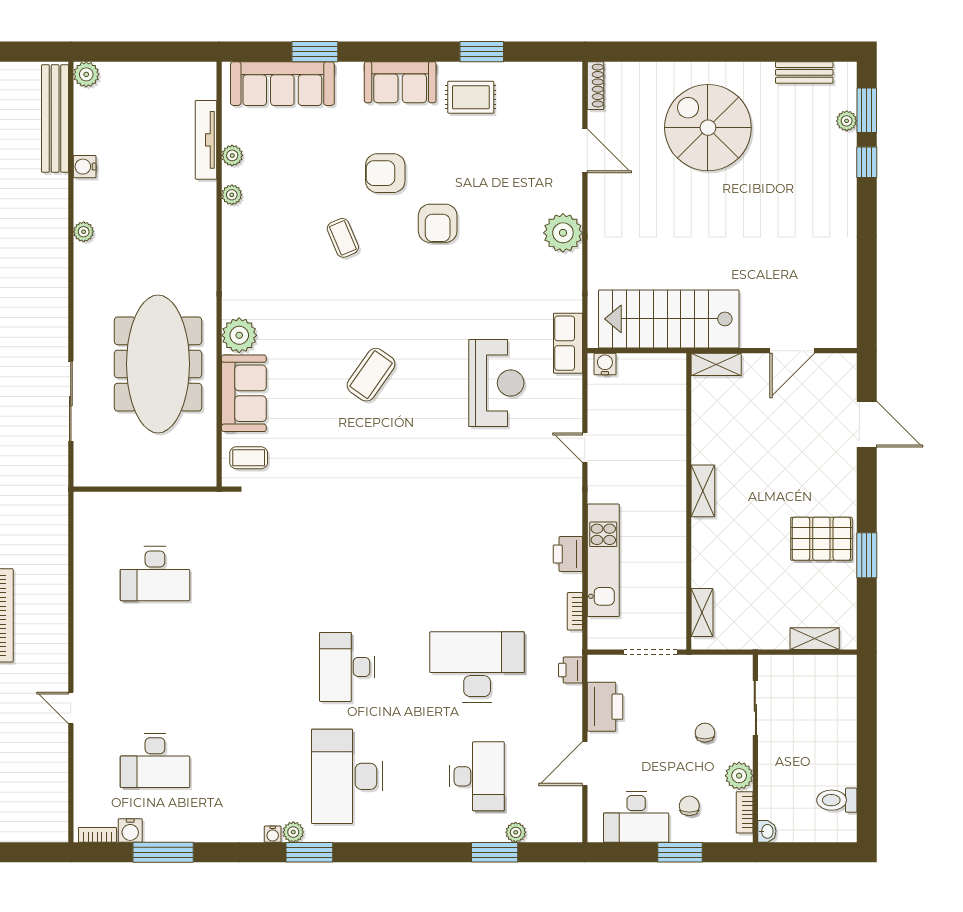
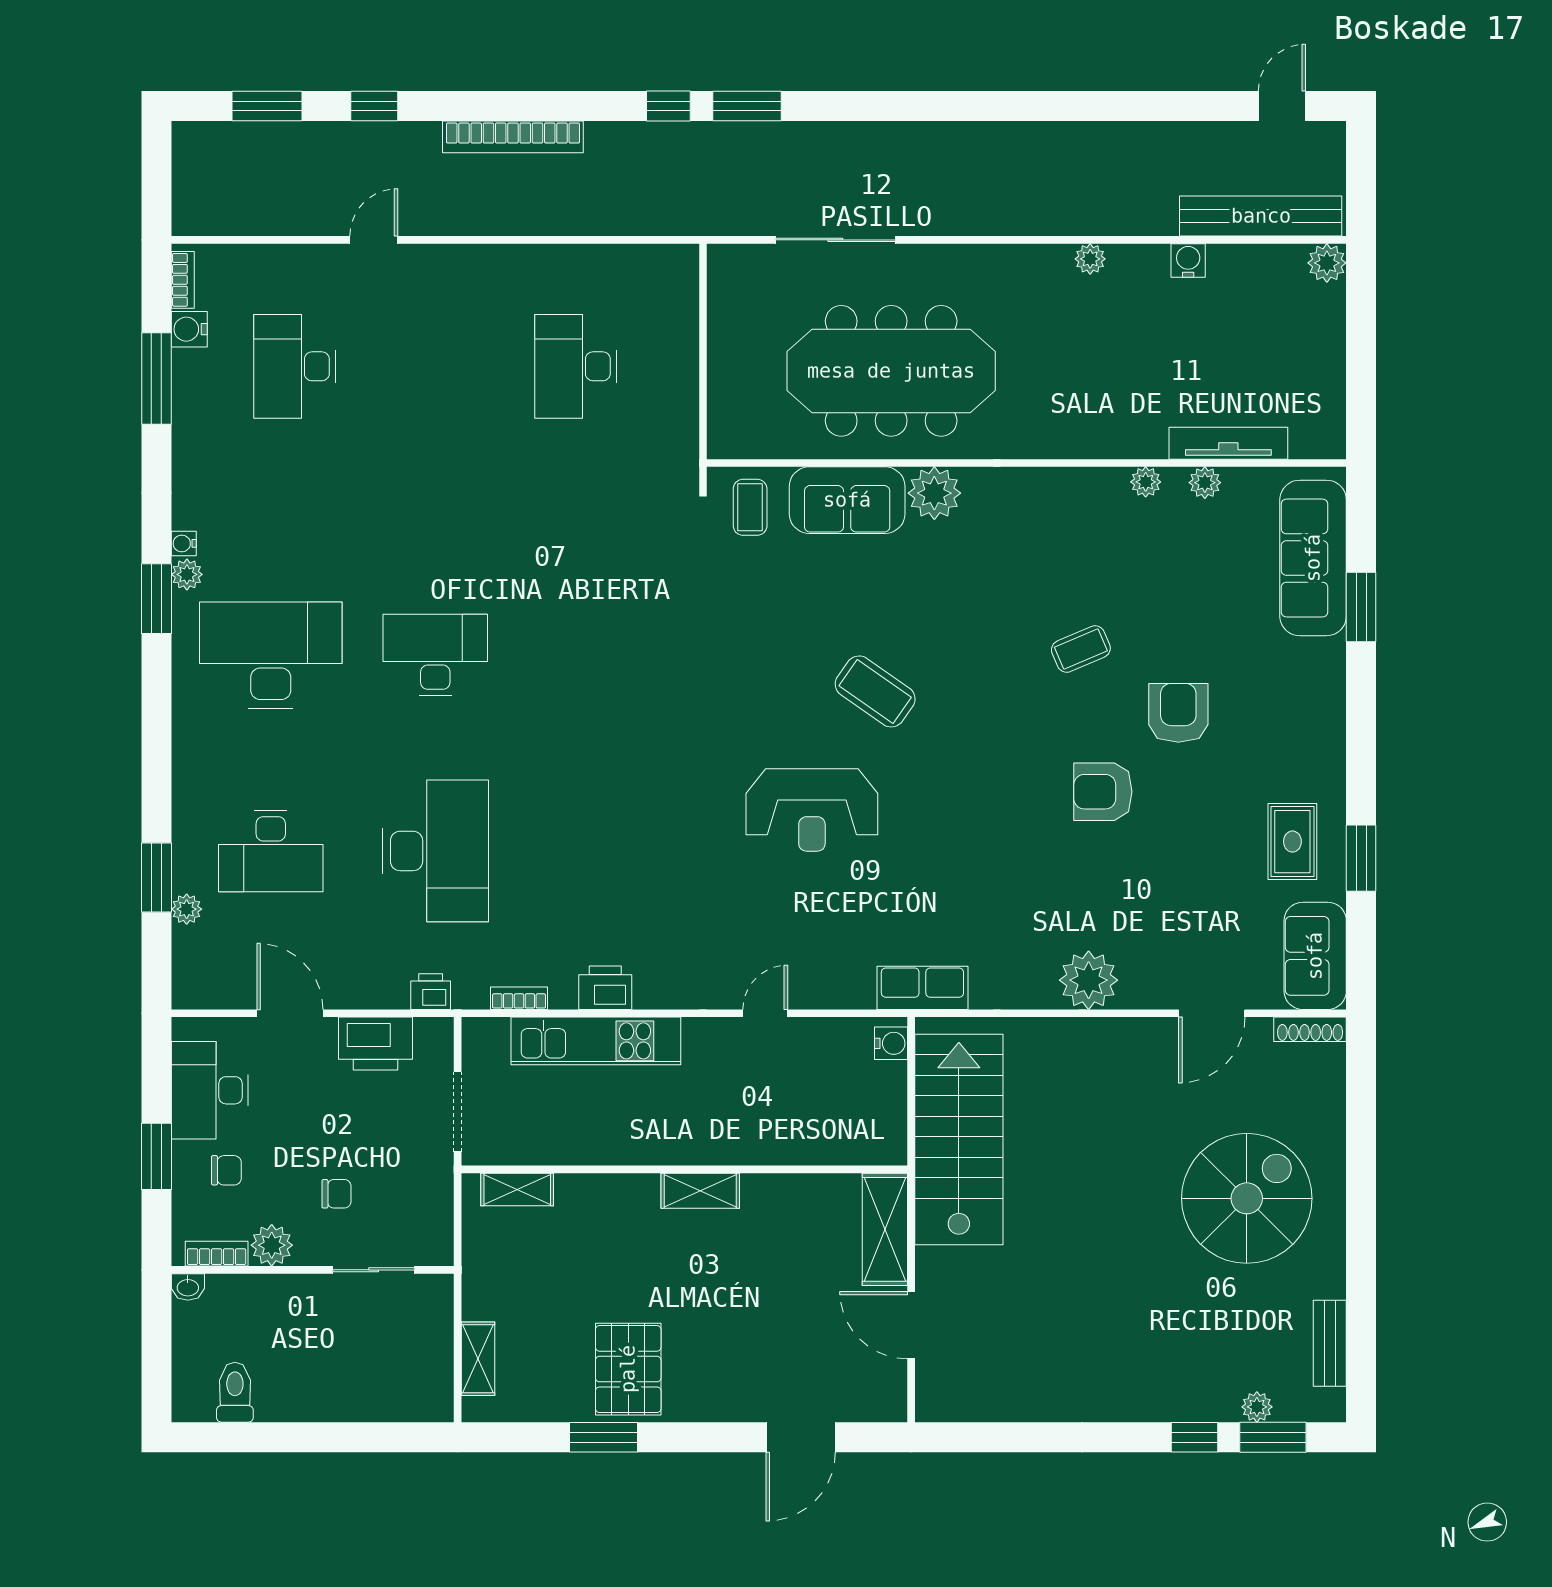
sofa: (400, 82) -> (1315, 956), moved
shelving: (716, 364) -> (885, 1229), width x1.50, depth x1.33
reception desk: (496, 383) -> (812, 810), moved

